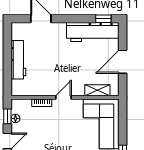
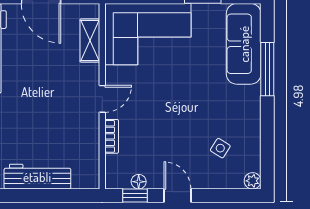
door: (64, 97) -> (102, 99), swing flipped

